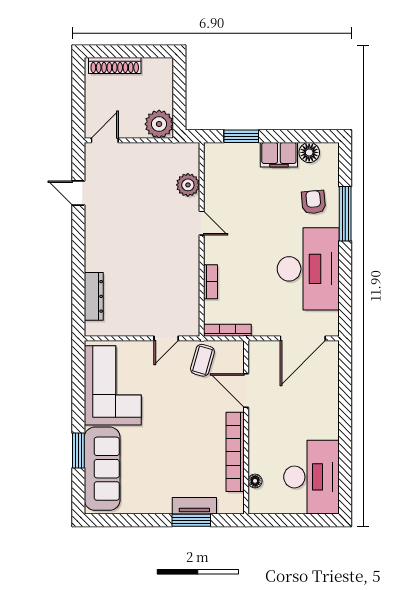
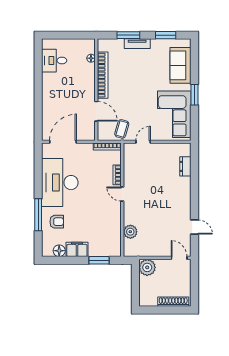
door: (105, 140) -> (179, 258), swing flipped
armchair: (314, 202) -> (57, 222), turned -85
door: (202, 223) -> (122, 194), moved
dresser: (94, 296) -> (185, 166), width x0.70
window: (78, 451) -> (195, 95), moved
sofa: (102, 469) -> (181, 65), width x0.73
desk: (311, 477) -> (54, 61), width x0.53, depth x0.77
tv unit: (194, 506) -> (137, 44), moved
window: (128, 520) -> (166, 35), added

